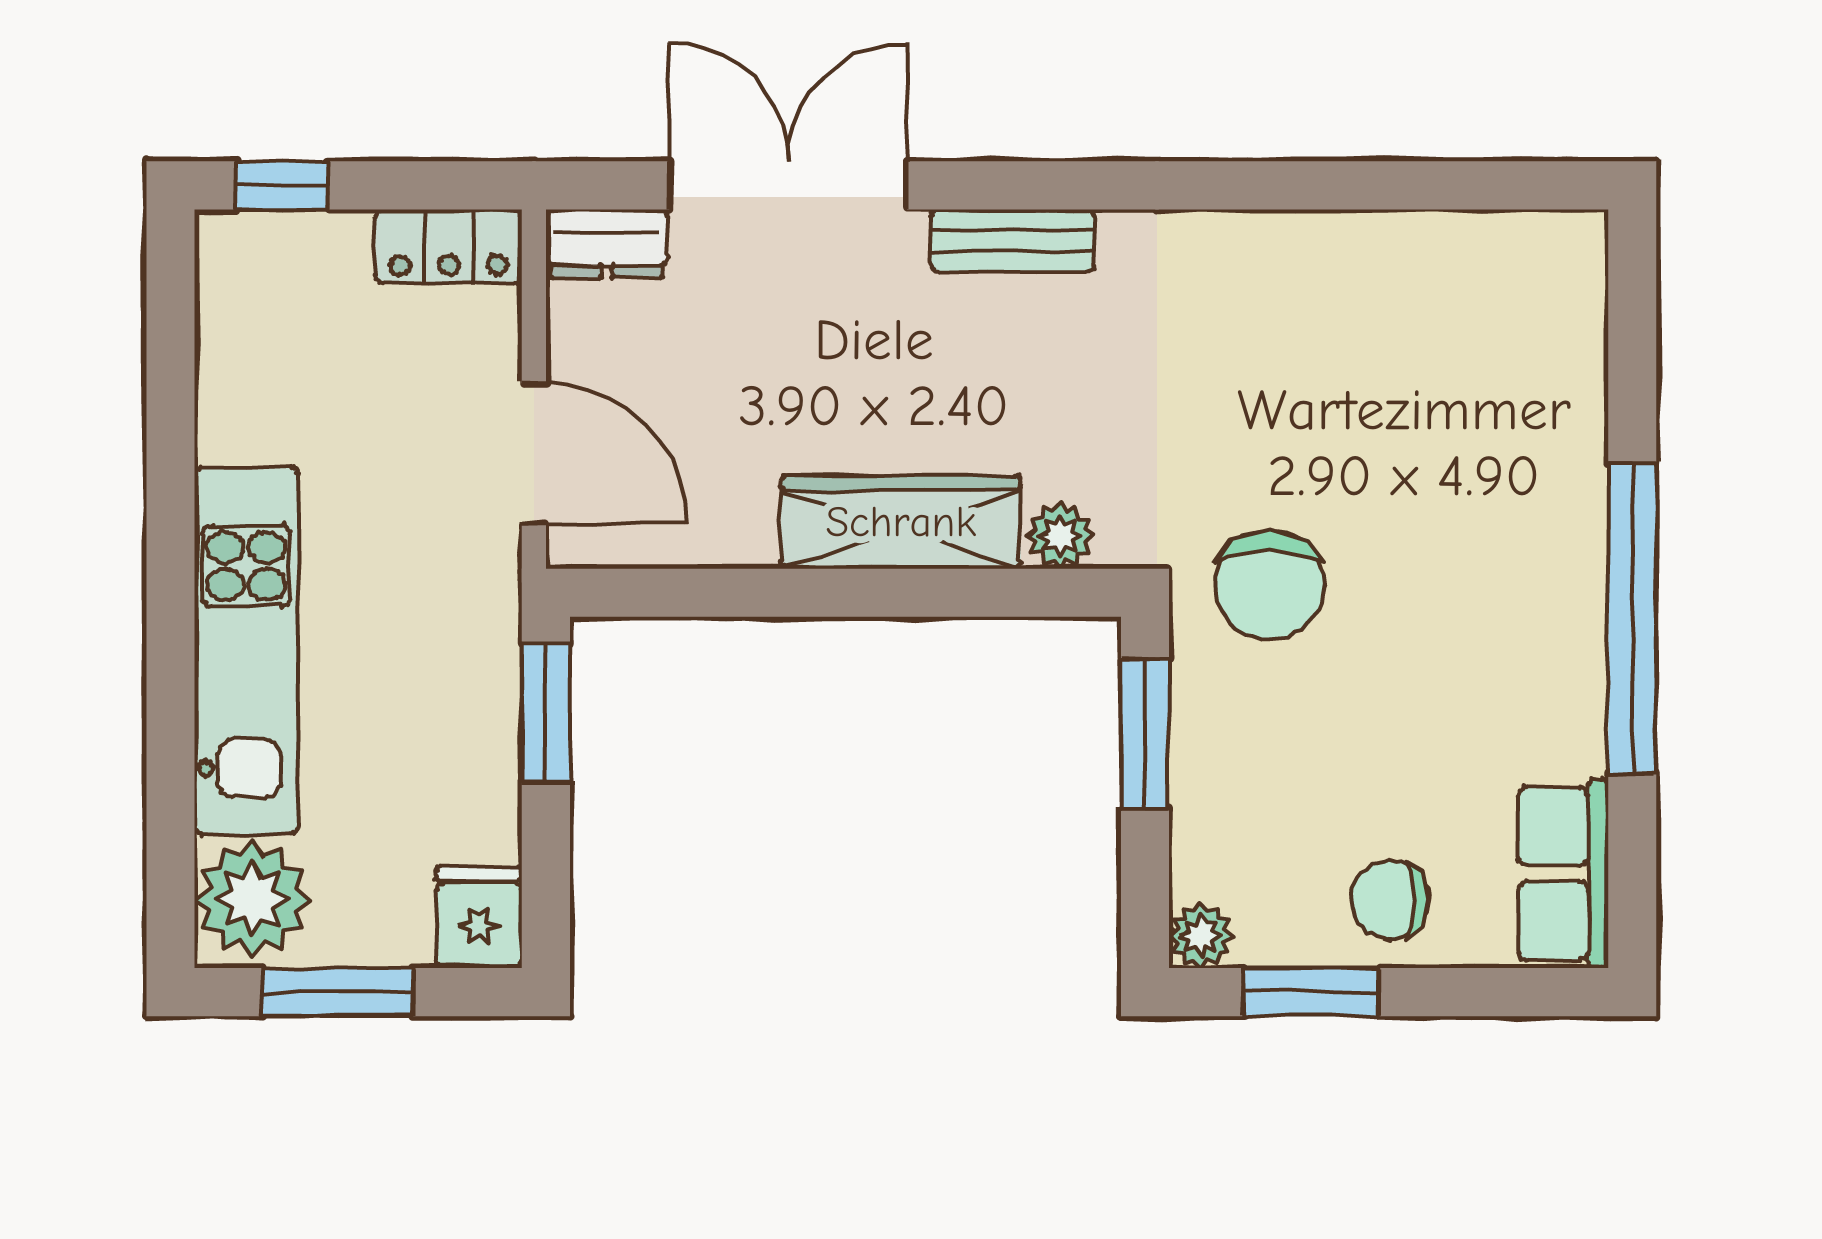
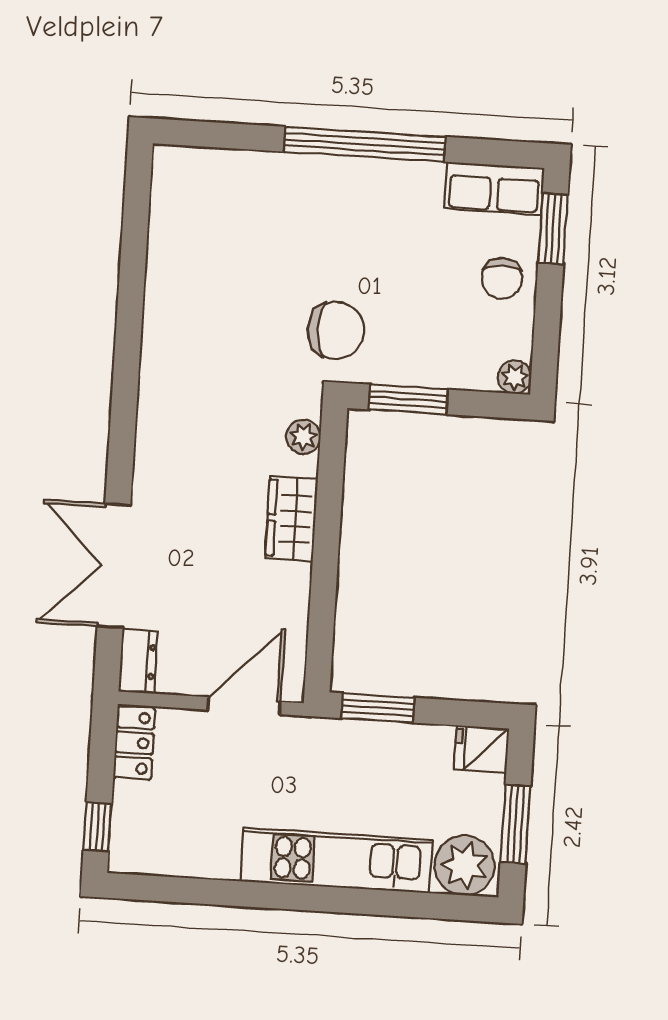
bench: (1013, 241) -> (150, 452), removed
wardrobe: (901, 522) -> (291, 519), width x0.67
window: (1311, 992) -> (553, 229), moved

